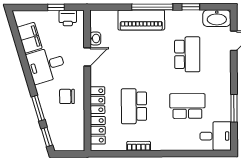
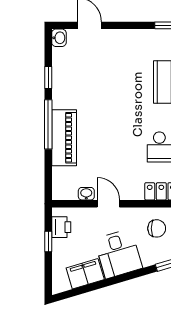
washbasin: (217, 18) -> (59, 38), width x0.52, depth x0.69
school desk: (187, 54) -> (106, 82), removed
chair: (67, 96) -> (157, 228), turned -90

